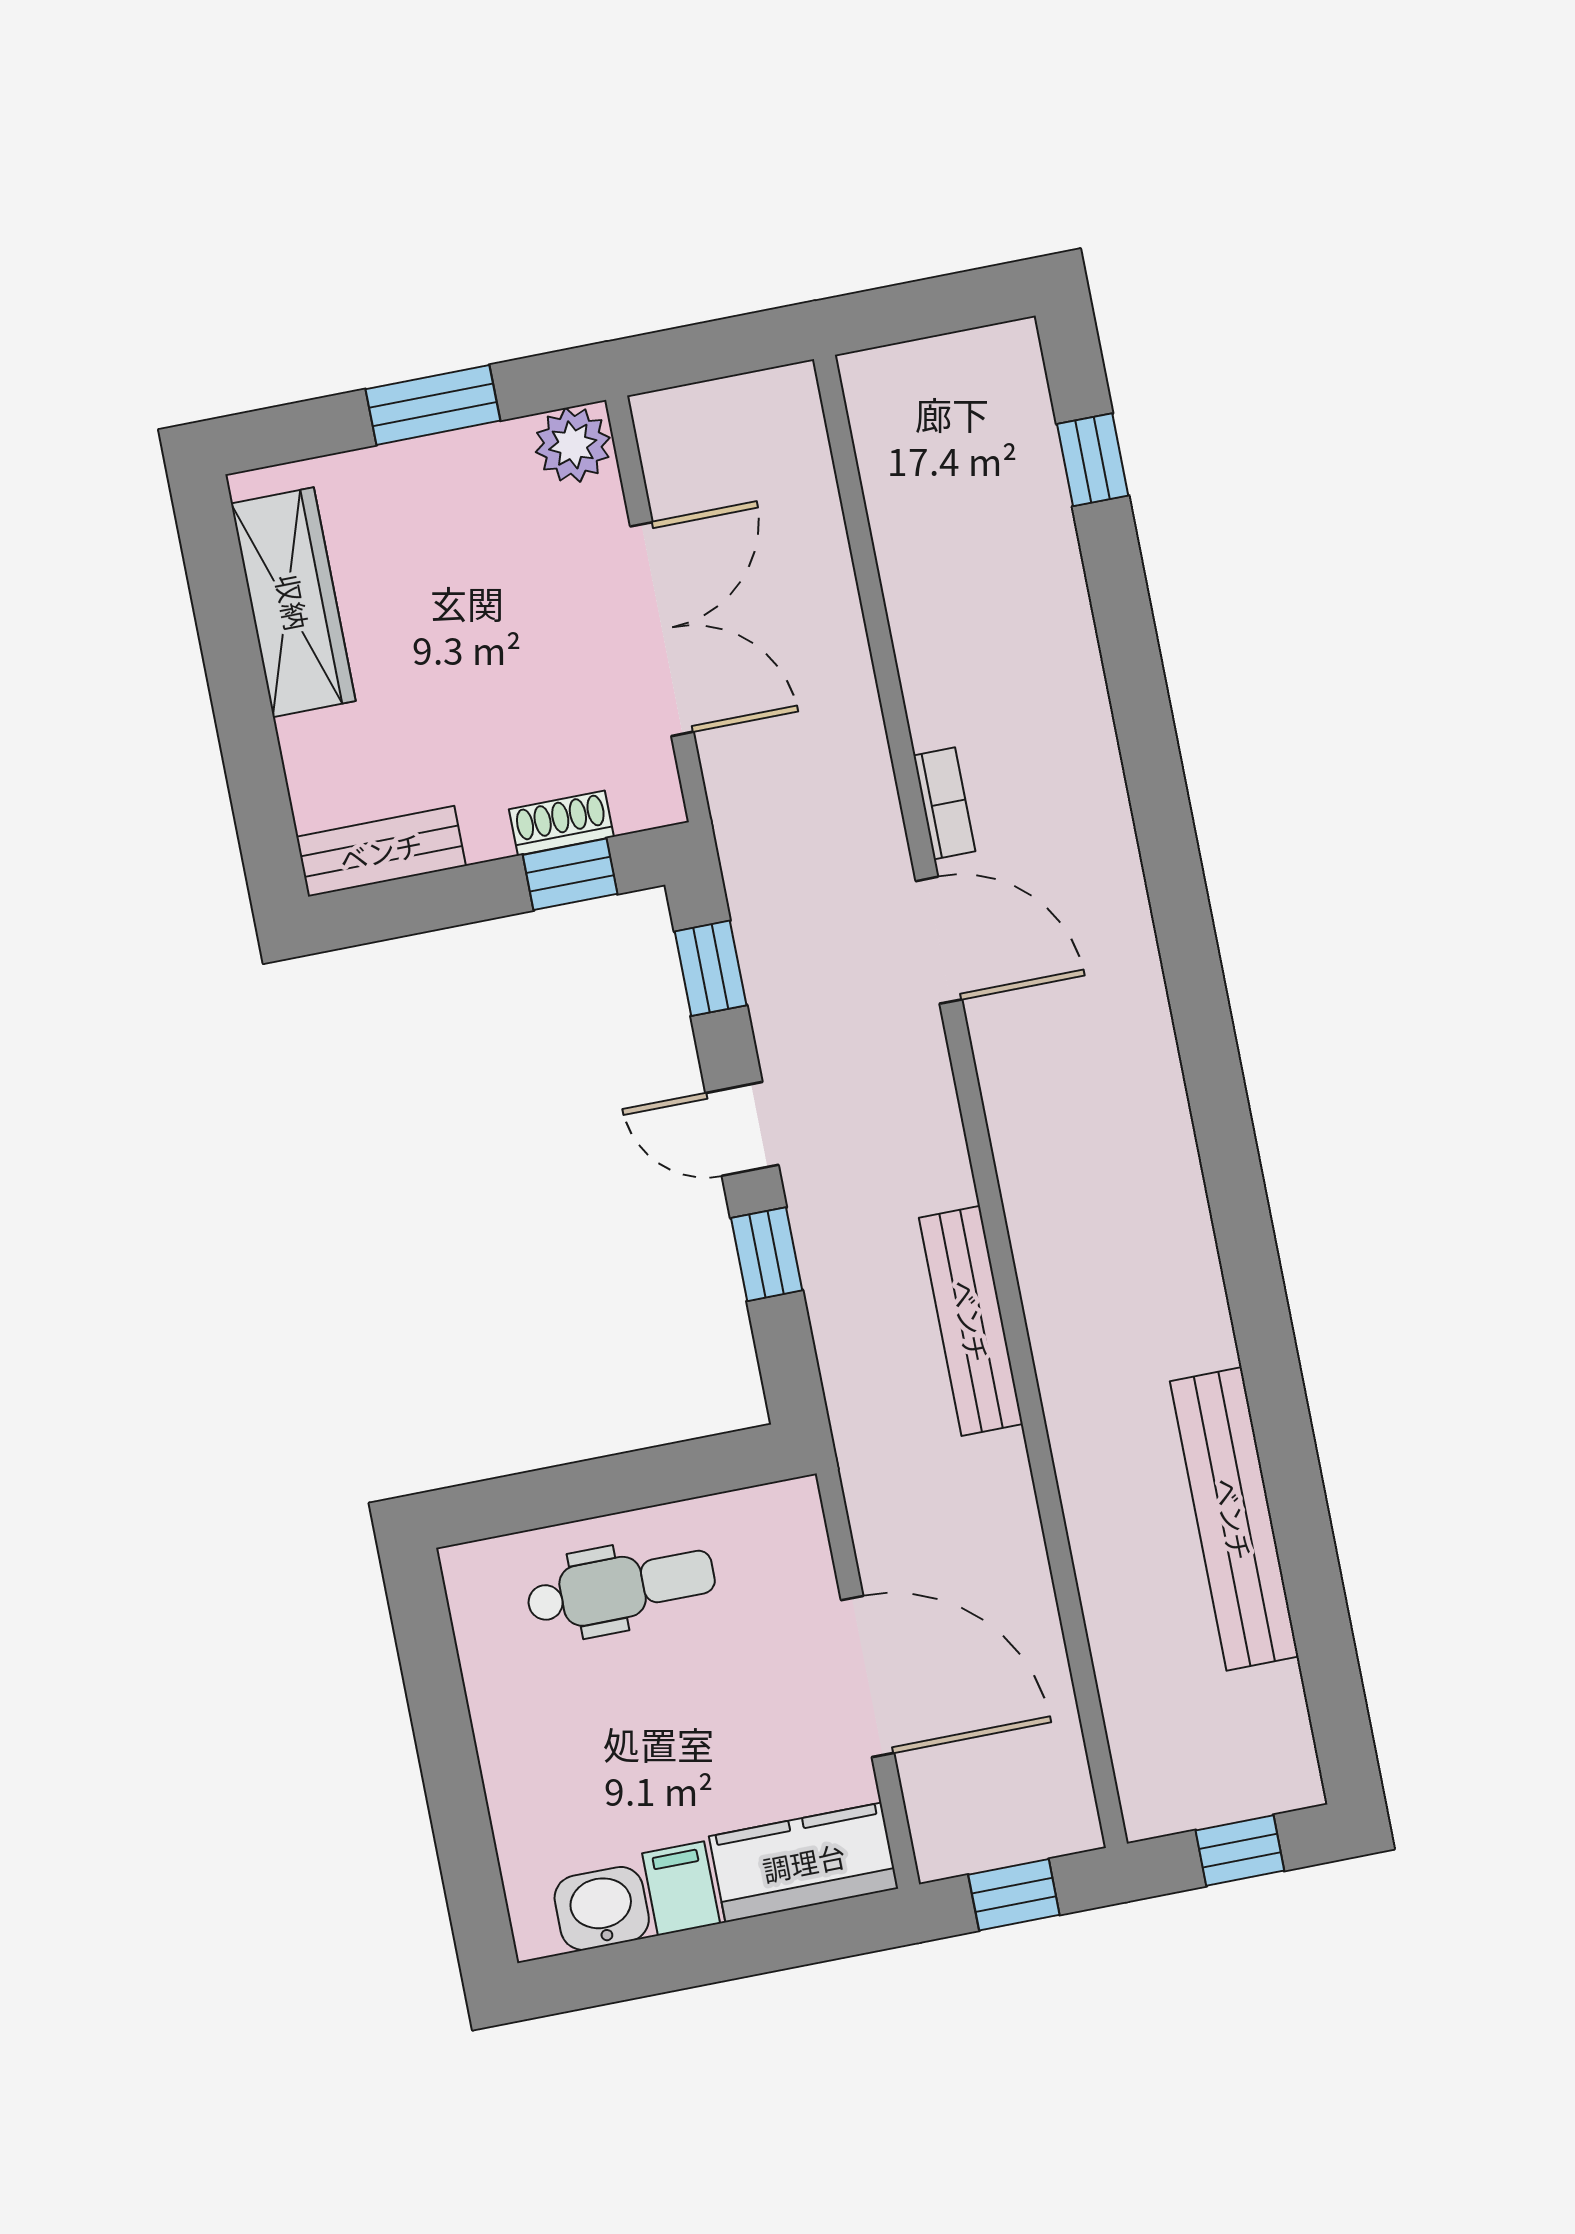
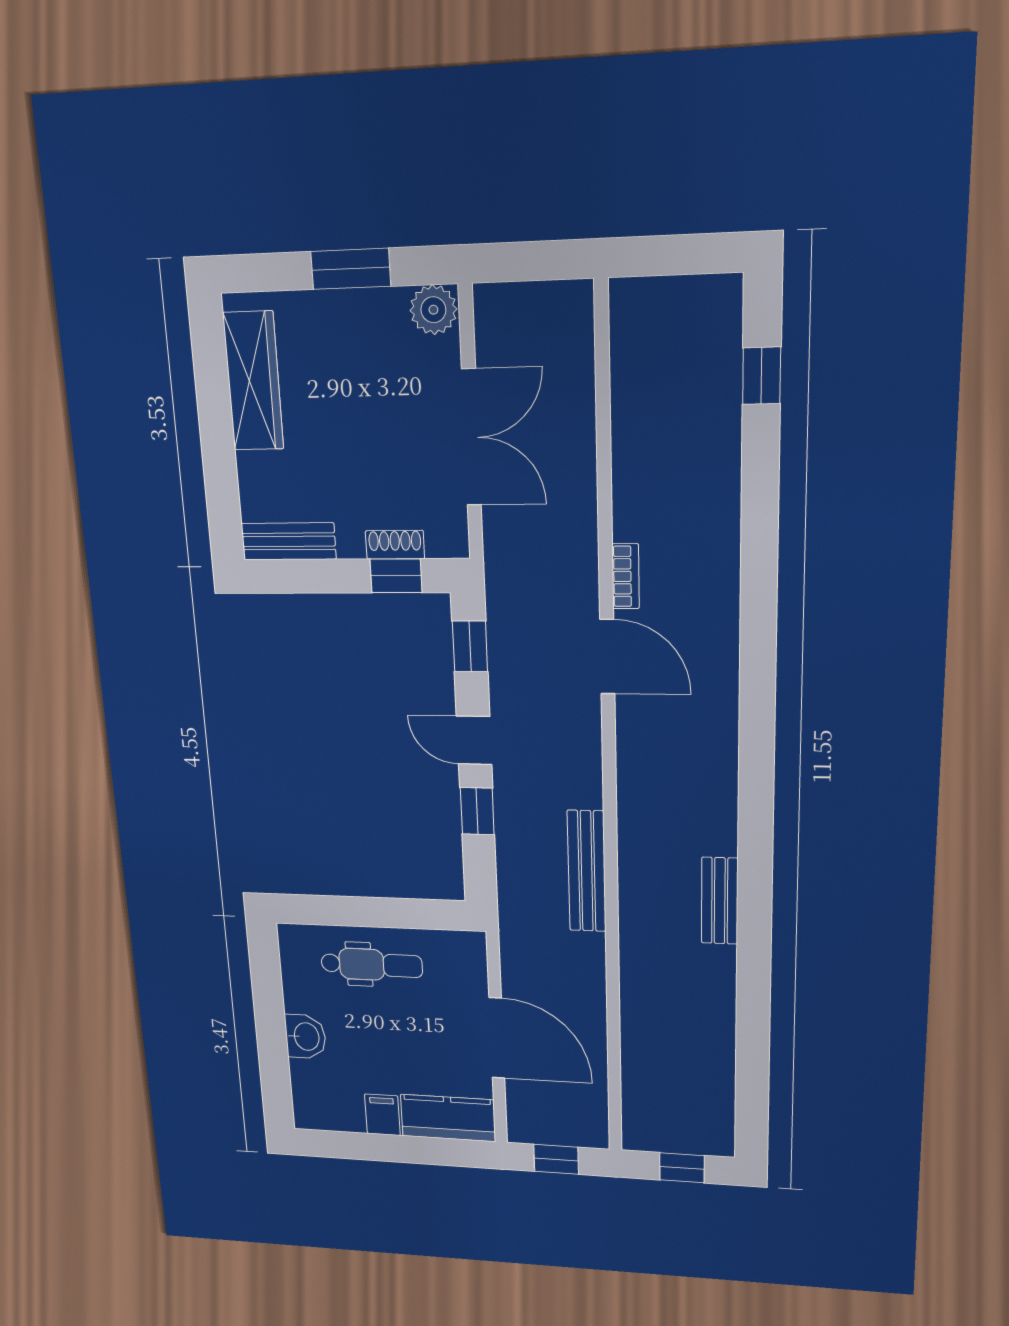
bench: (1234, 1519) -> (720, 901), moved, width x0.54, depth x0.82
washbasin: (602, 1908) -> (306, 1037), moved, turned 90

